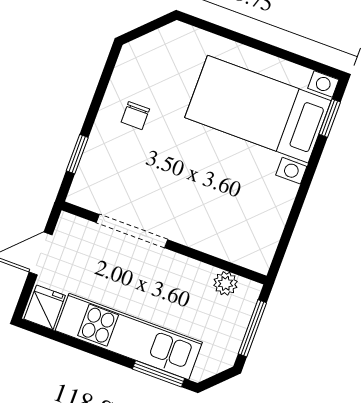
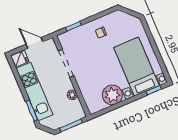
plant: (268, 201) -> (112, 95), added
plant: (226, 283) -> (72, 95), moved

